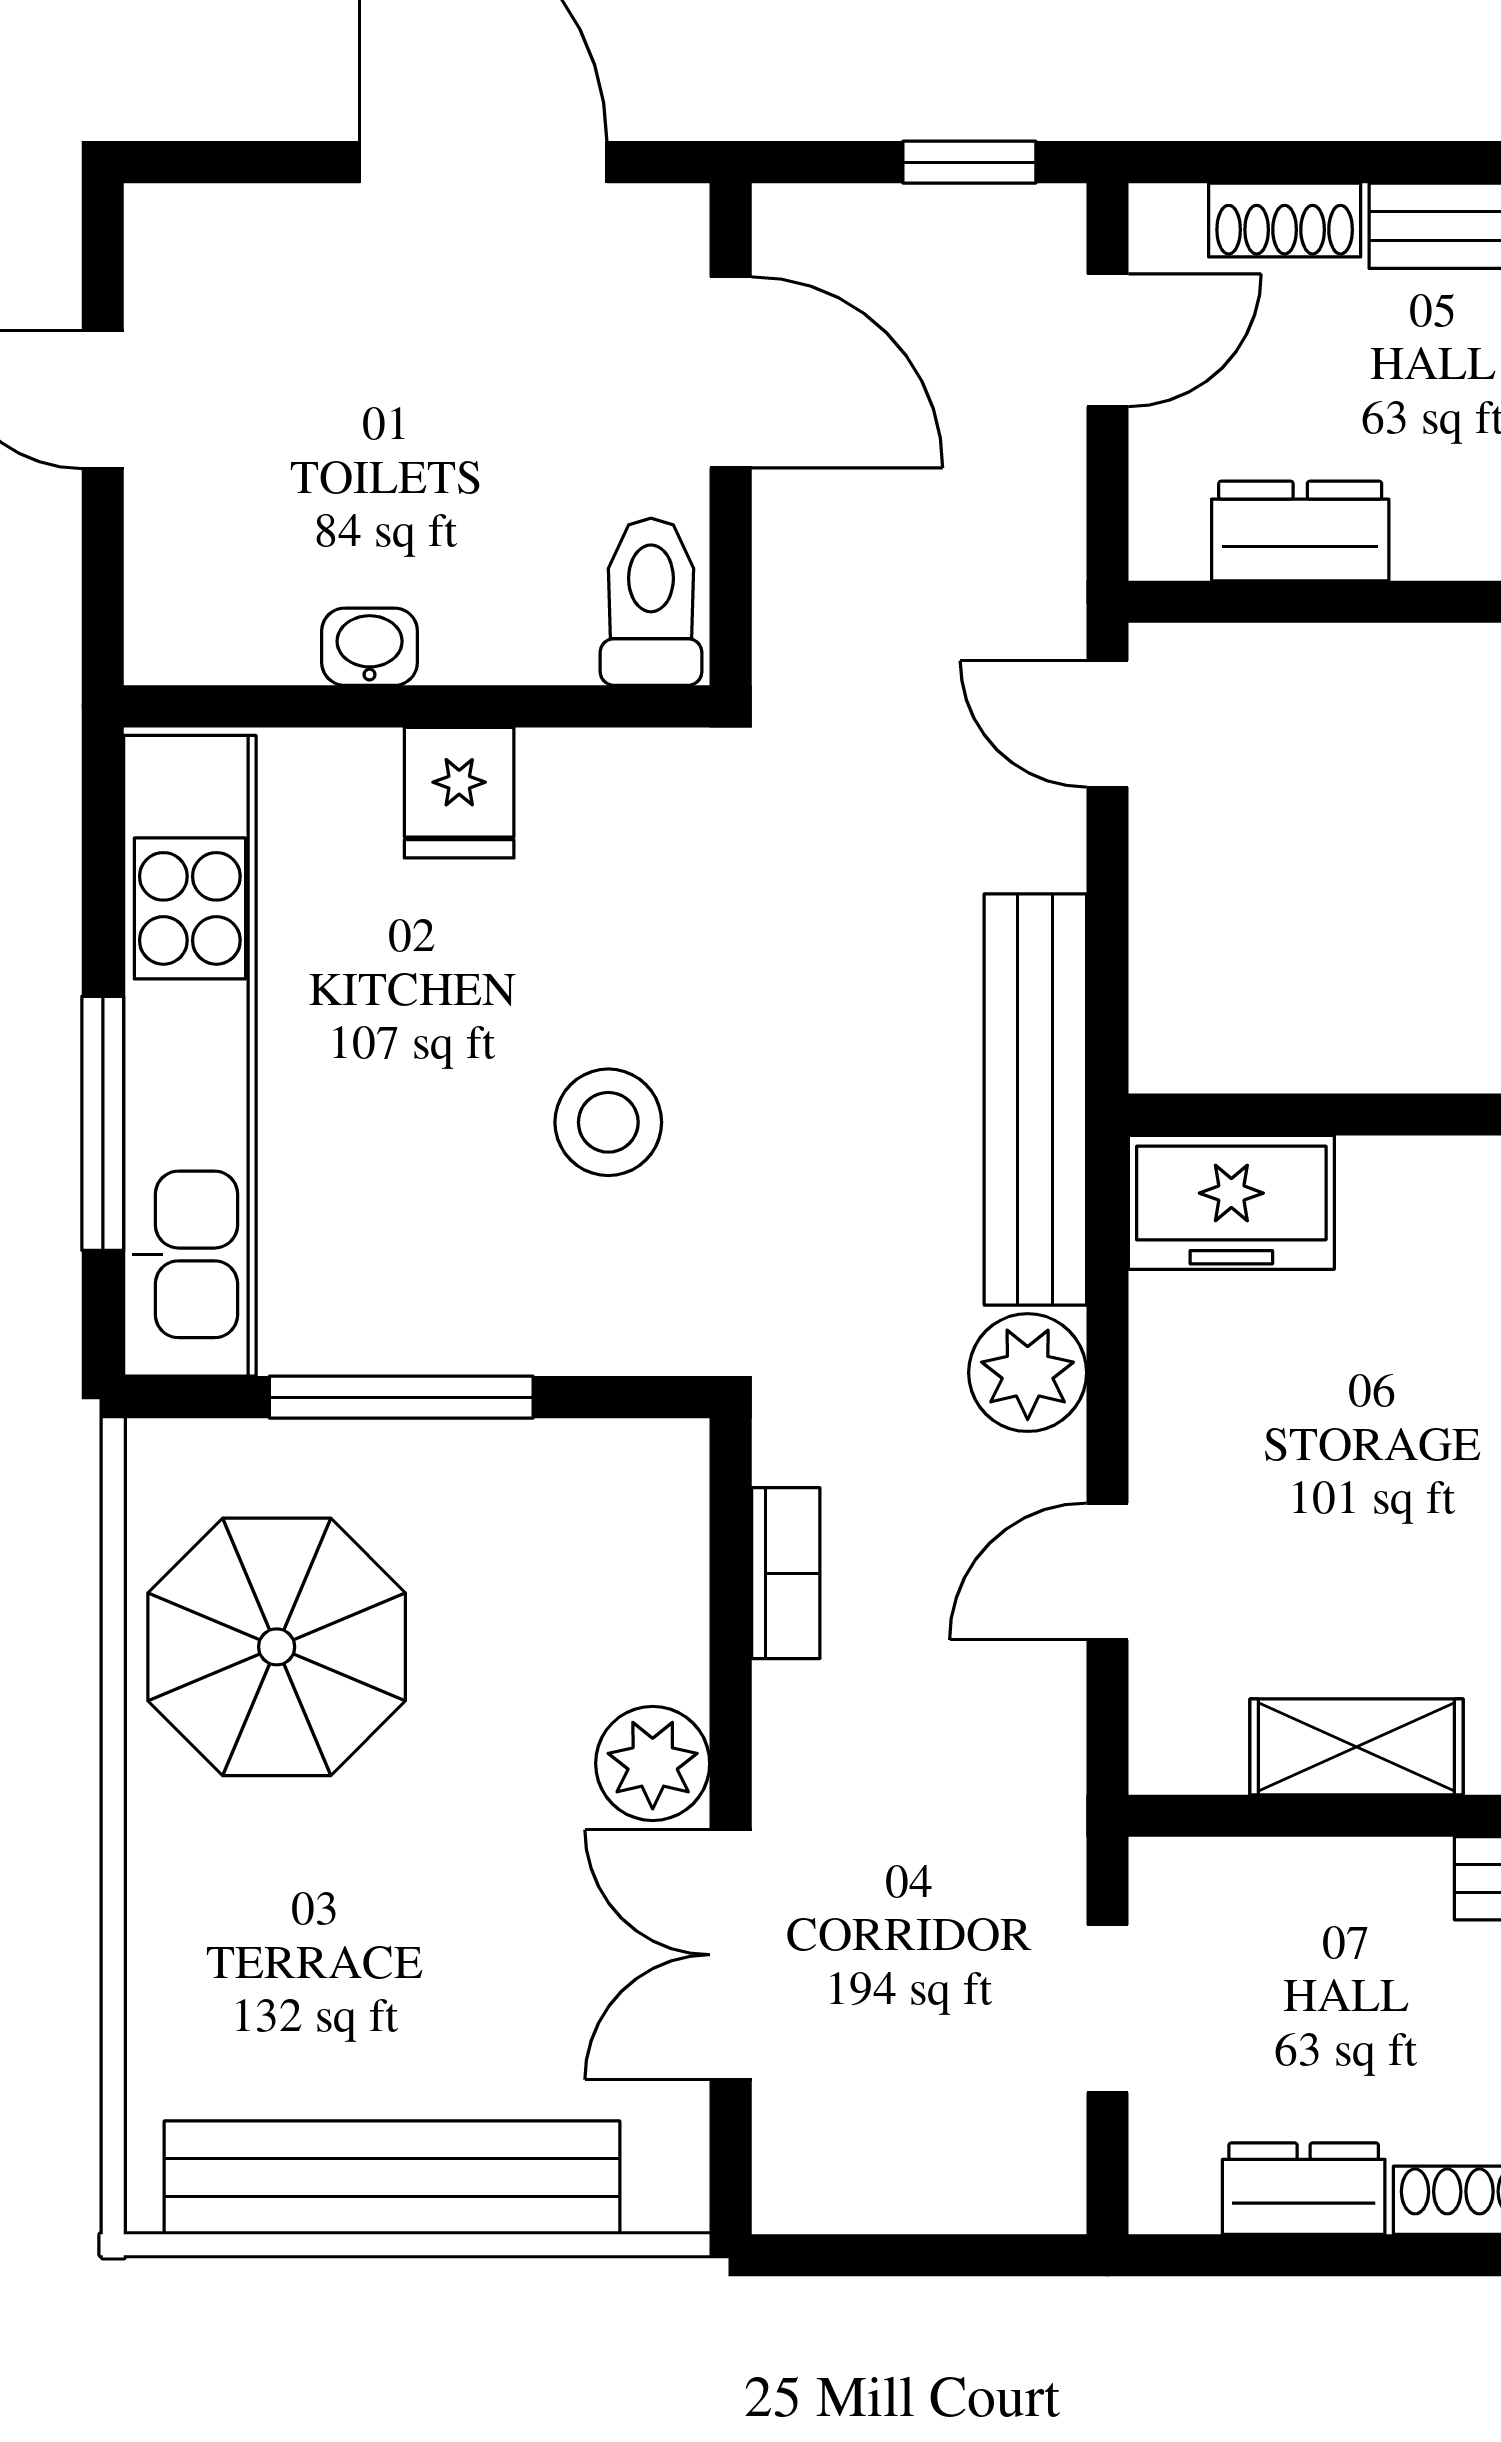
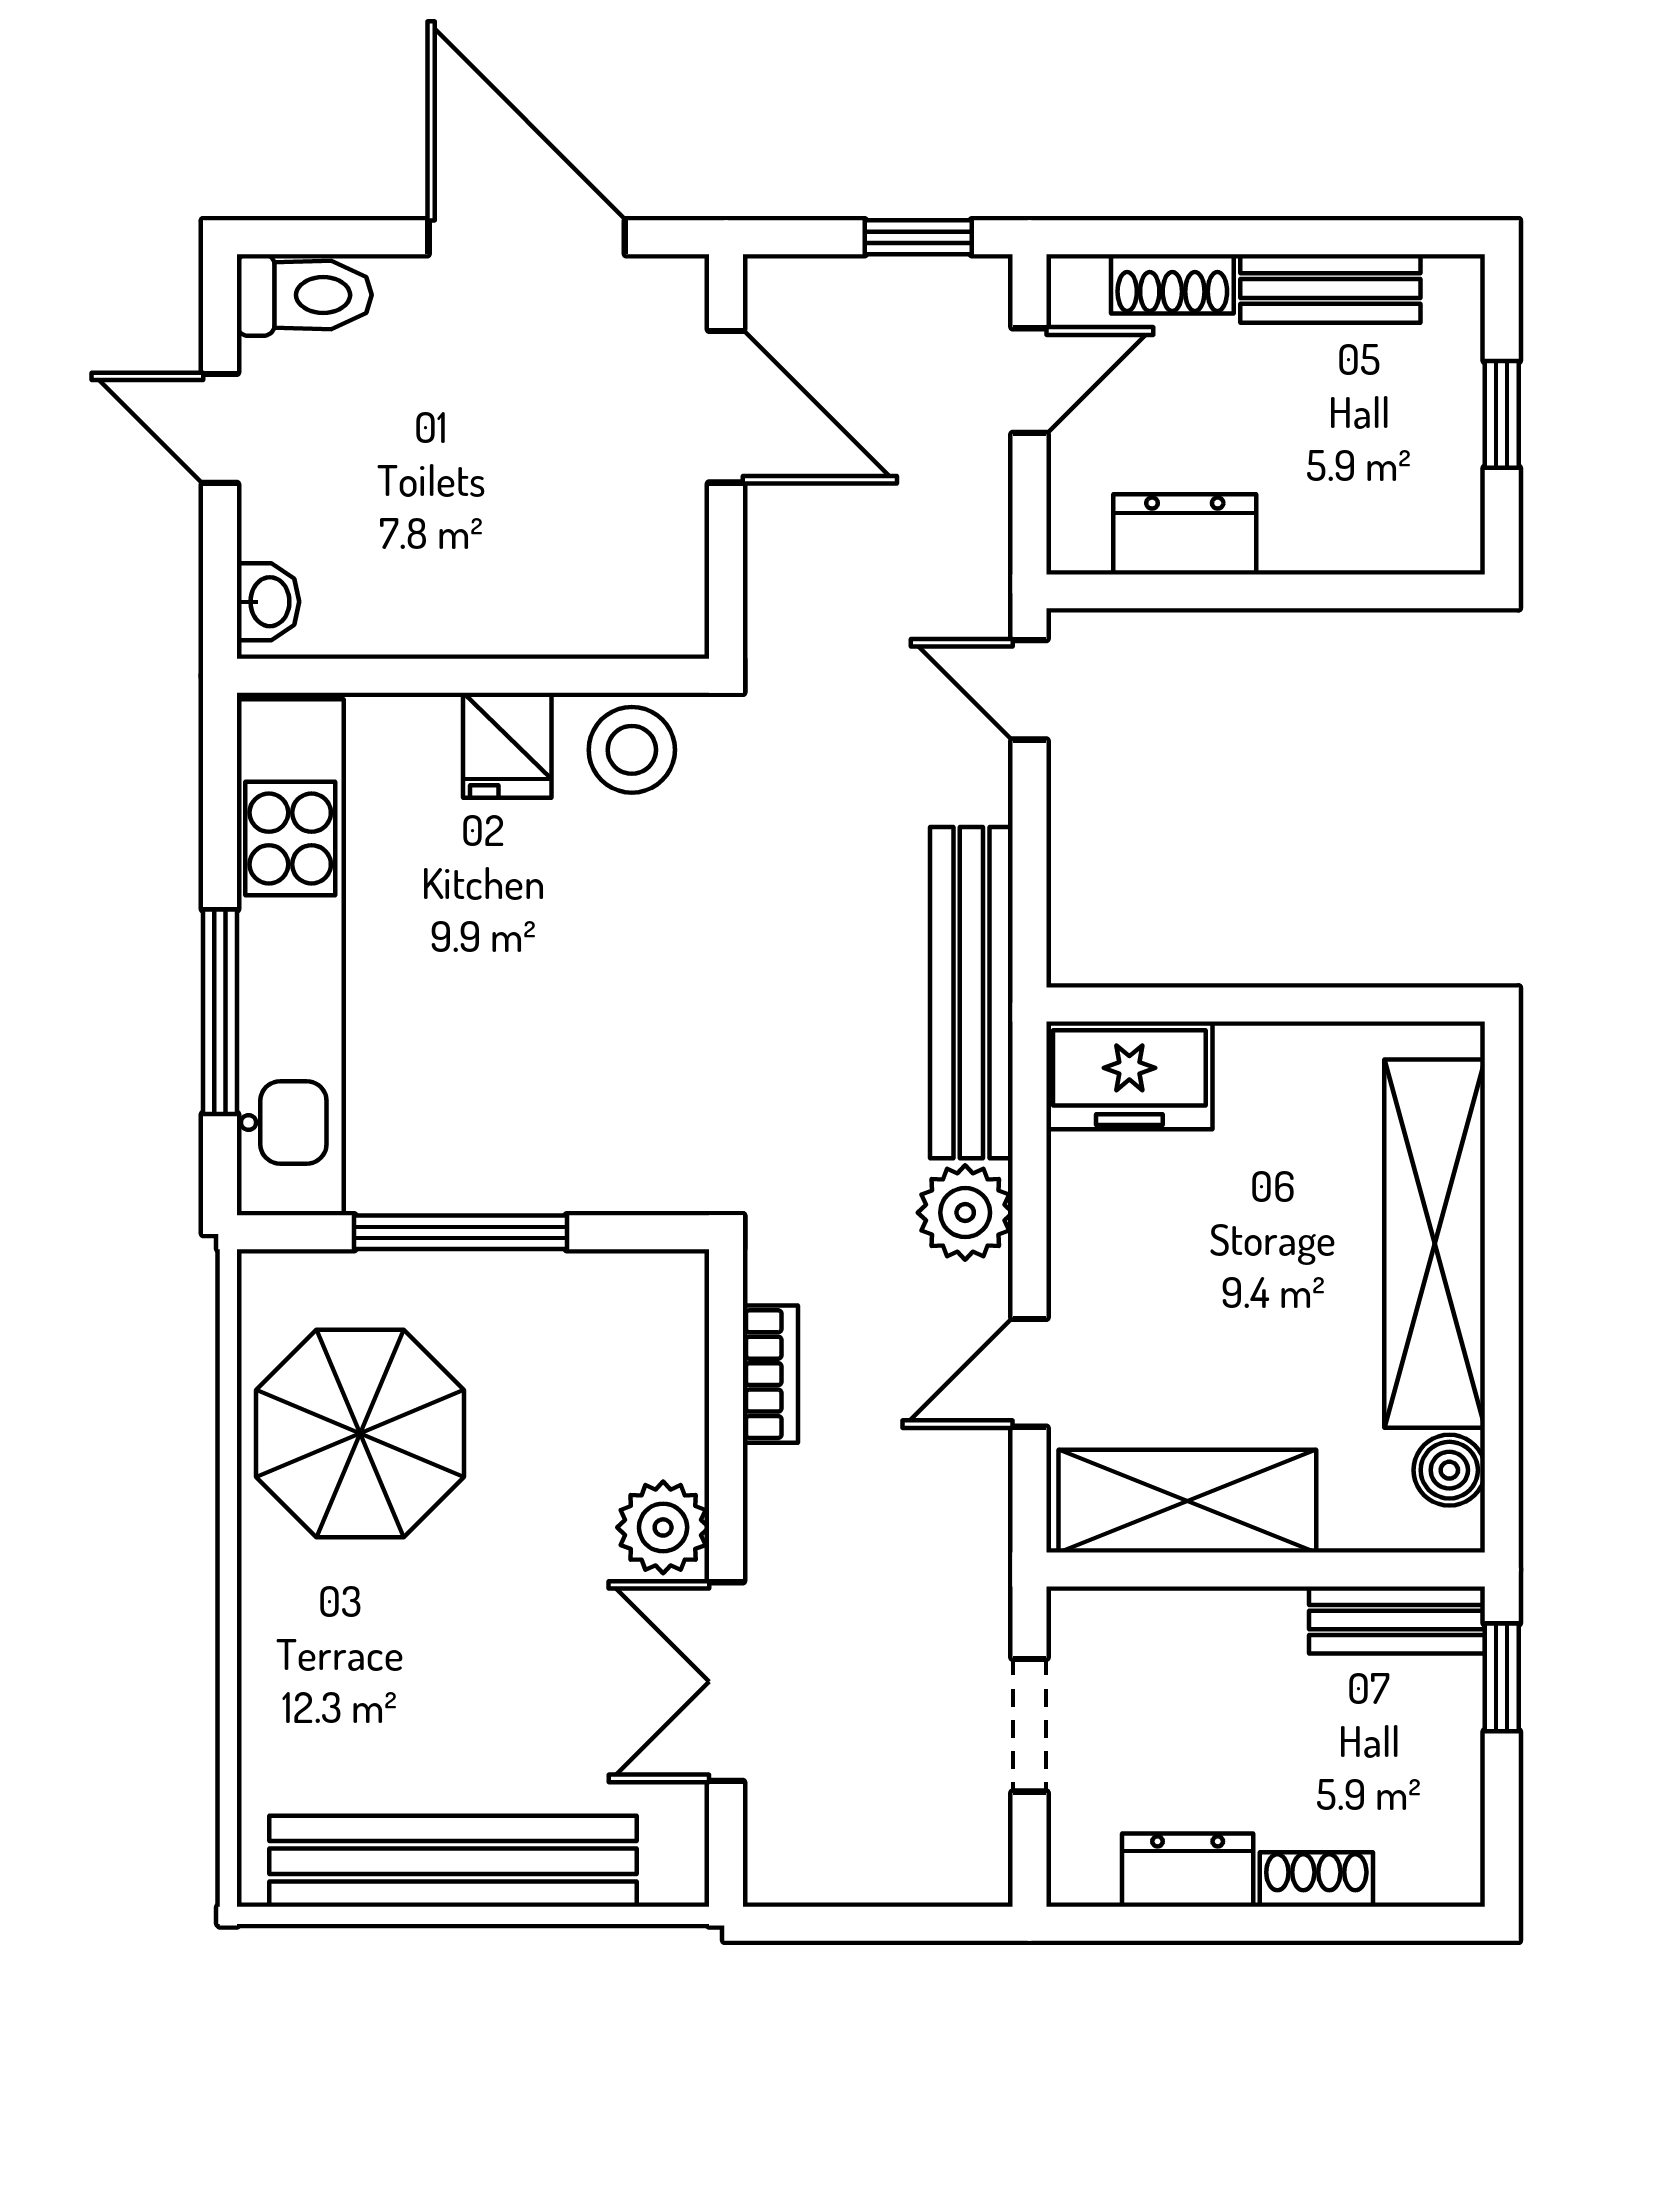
toilet: (651, 602) -> (304, 295), moved, turned 90
washbasin: (370, 647) -> (268, 602), moved, turned 90
stool: (608, 1122) -> (632, 750), moved
shelving: (1356, 1747) -> (1187, 1501), width x1.50, depth x1.33

